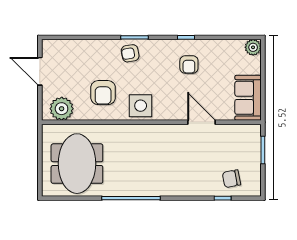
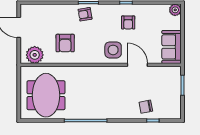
side table: (141, 106) -> (113, 50), moved
chair: (231, 179) -> (146, 107), moved

